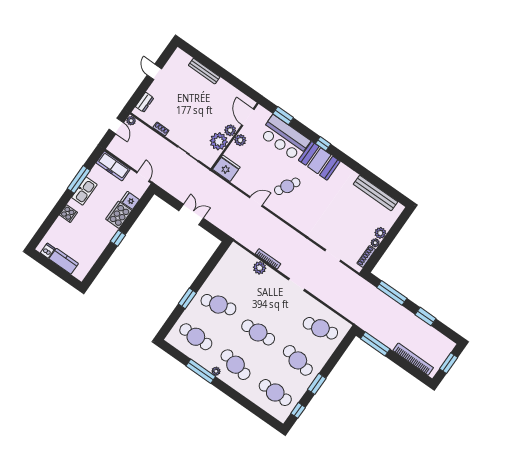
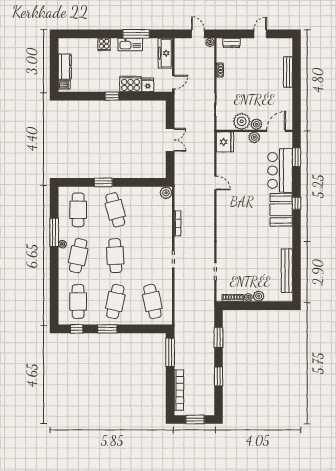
door: (116, 126) -> (198, 34), swing flipped
cafe table: (287, 186) -> (244, 199), removed
dishwasher: (48, 251) -> (64, 85), moved
plant: (260, 268) -> (166, 193), moved
window: (392, 293) -> (219, 337), width x0.69

